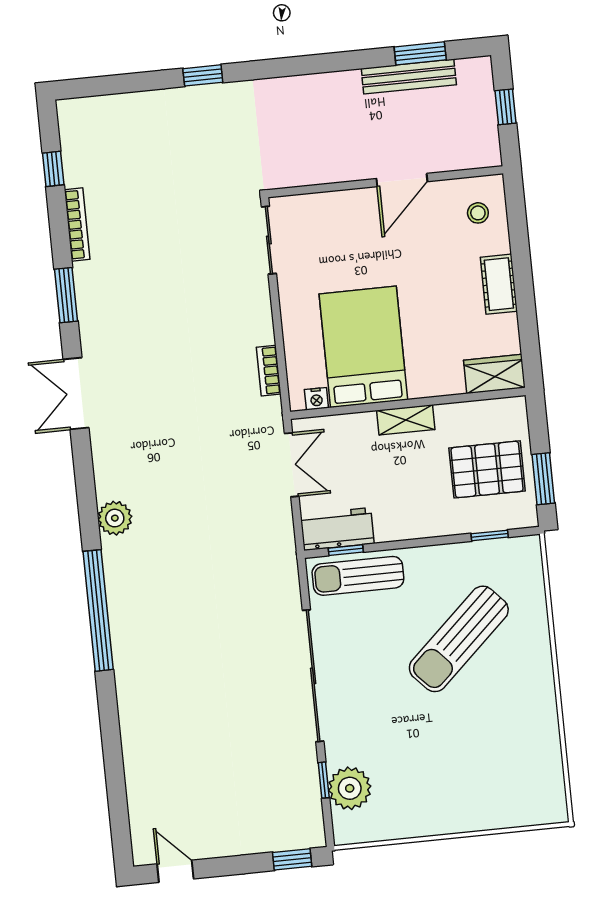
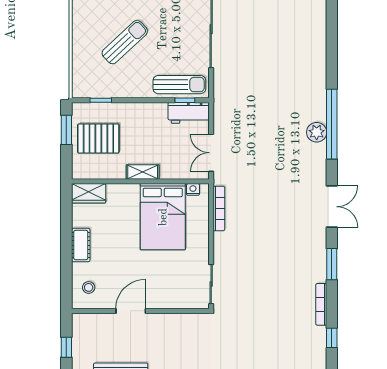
bookcase: (269, 371) -> (219, 208), width x1.56
window: (98, 610) -> (332, 124), moved
sun lounger: (459, 639) -> (125, 42), width x0.73, depth x0.75

